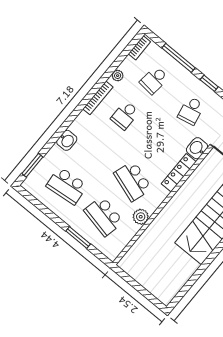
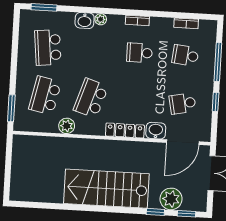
bookcase: (139, 48) -> (186, 23), moved
plant: (118, 76) -> (101, 19), moved
bookcase: (98, 98) -> (137, 20), width x0.64
window: (78, 238) -> (11, 108), moved

